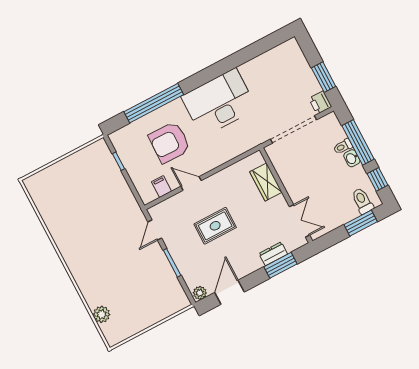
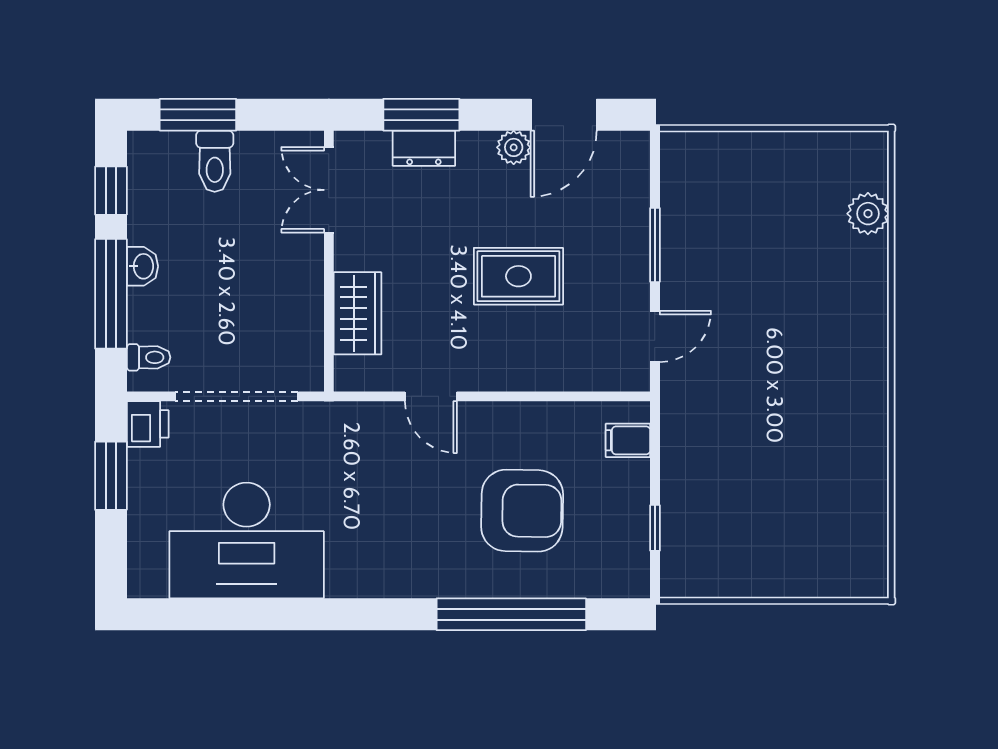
desk: (219, 103) -> (247, 540), moved
toilet: (343, 146) -> (149, 357), moved
door: (191, 183) -> (431, 396), moved
filing cabinet: (162, 187) -> (628, 440), moved, turned 90
toilet: (362, 201) -> (215, 161), moved
plant: (200, 293) -> (514, 147), moved

